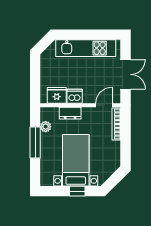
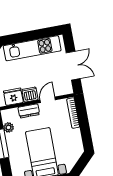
door: (104, 105) -> (48, 100), moved

